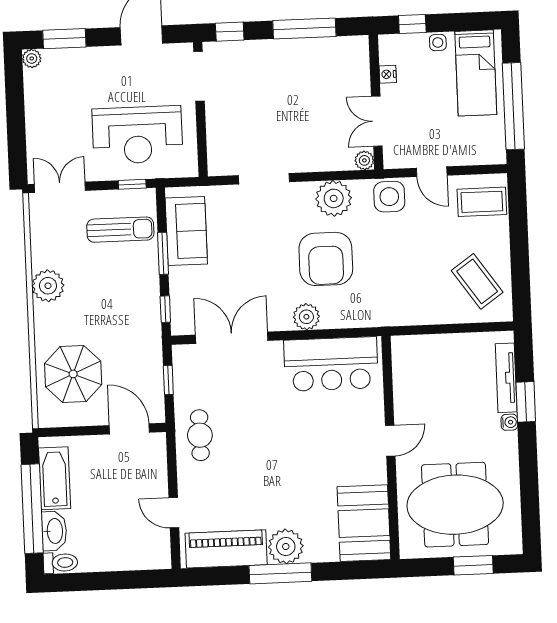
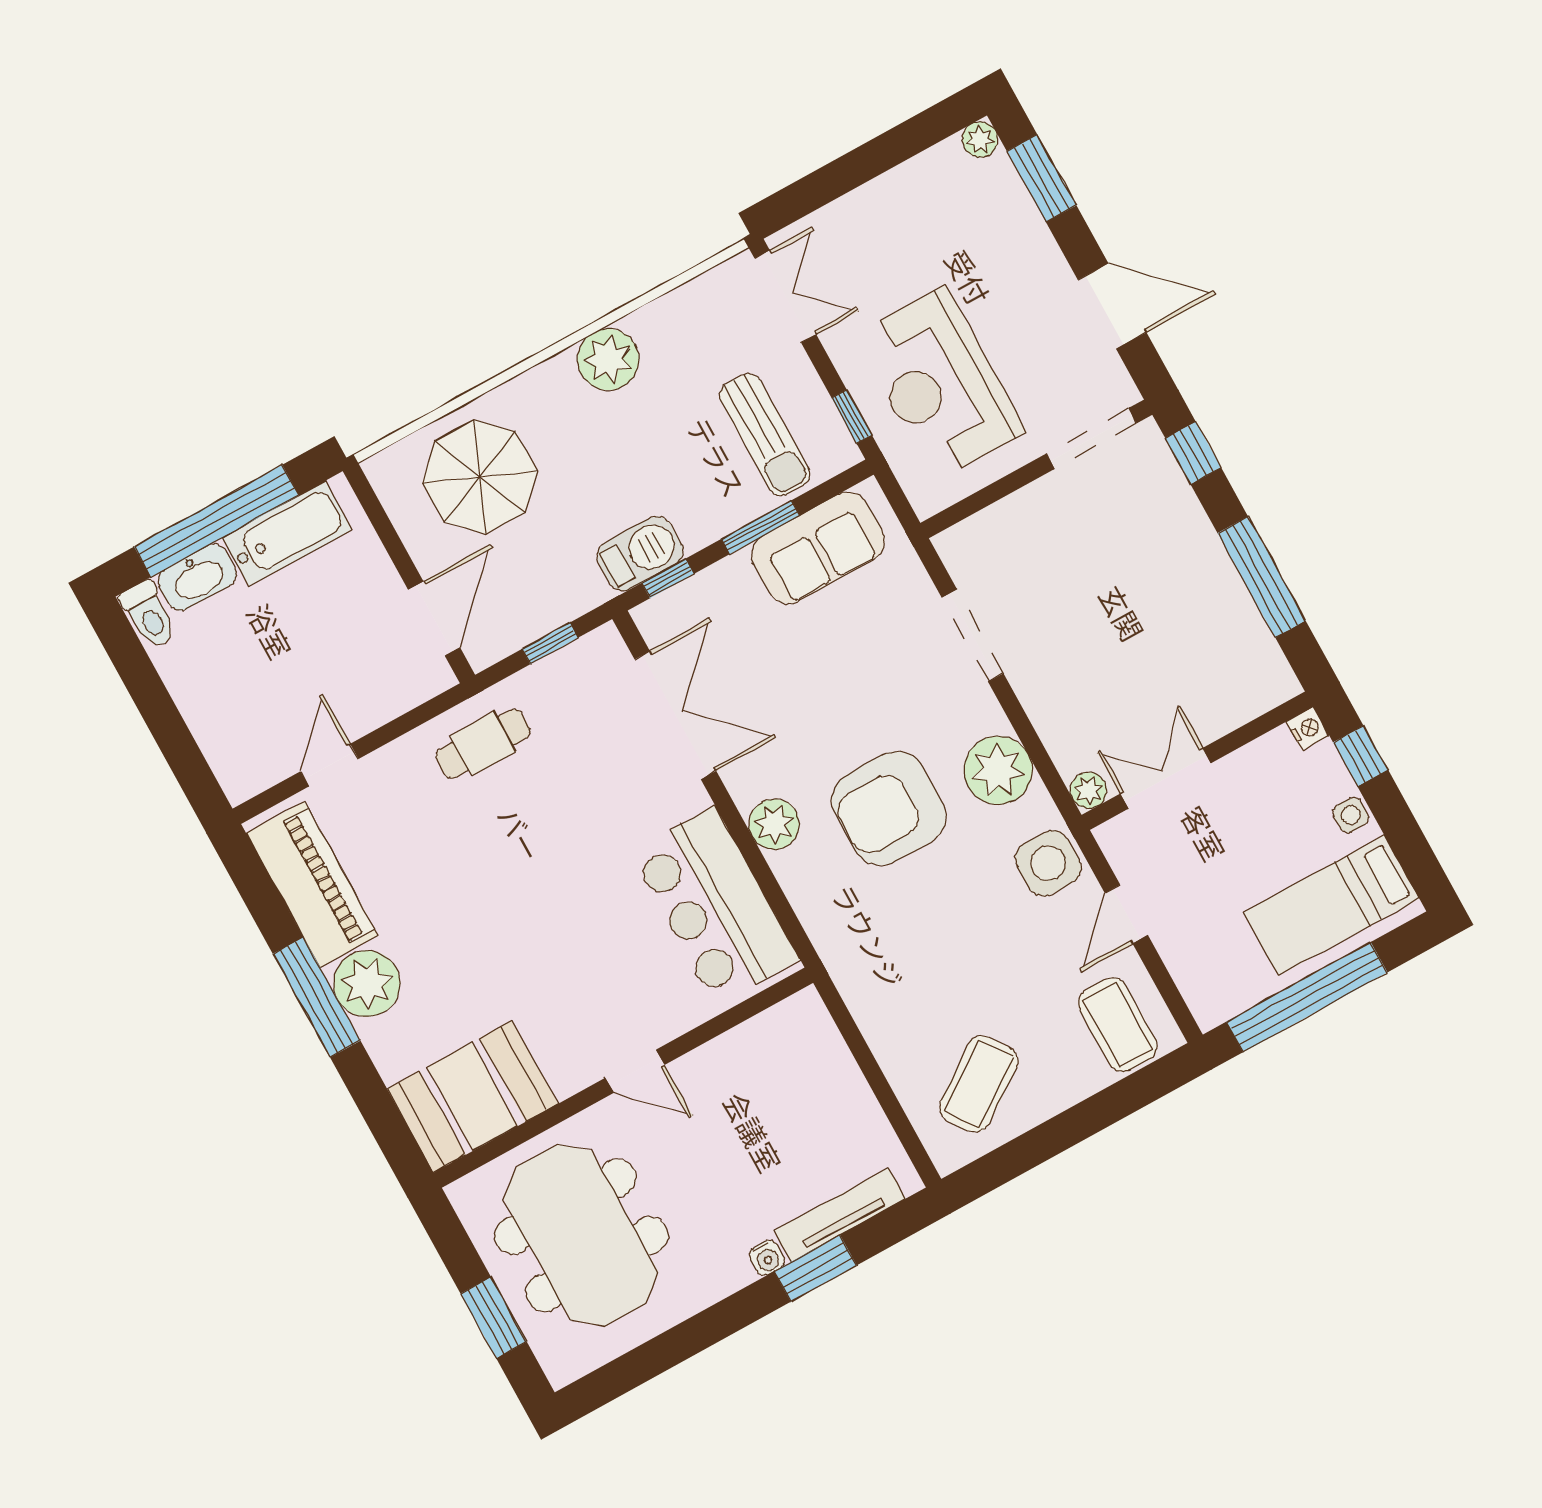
nightstand: (388, 74) -> (1308, 729), moved, turned 90
barbecue: (147, 316) -> (640, 553), added

